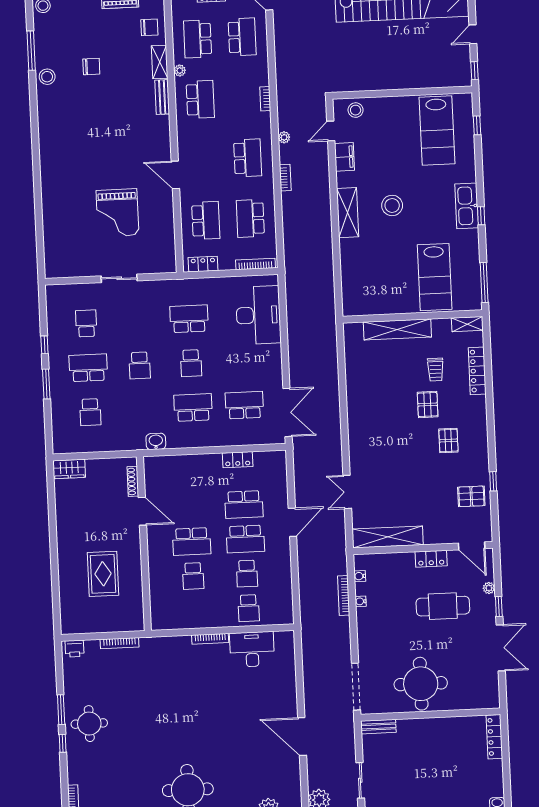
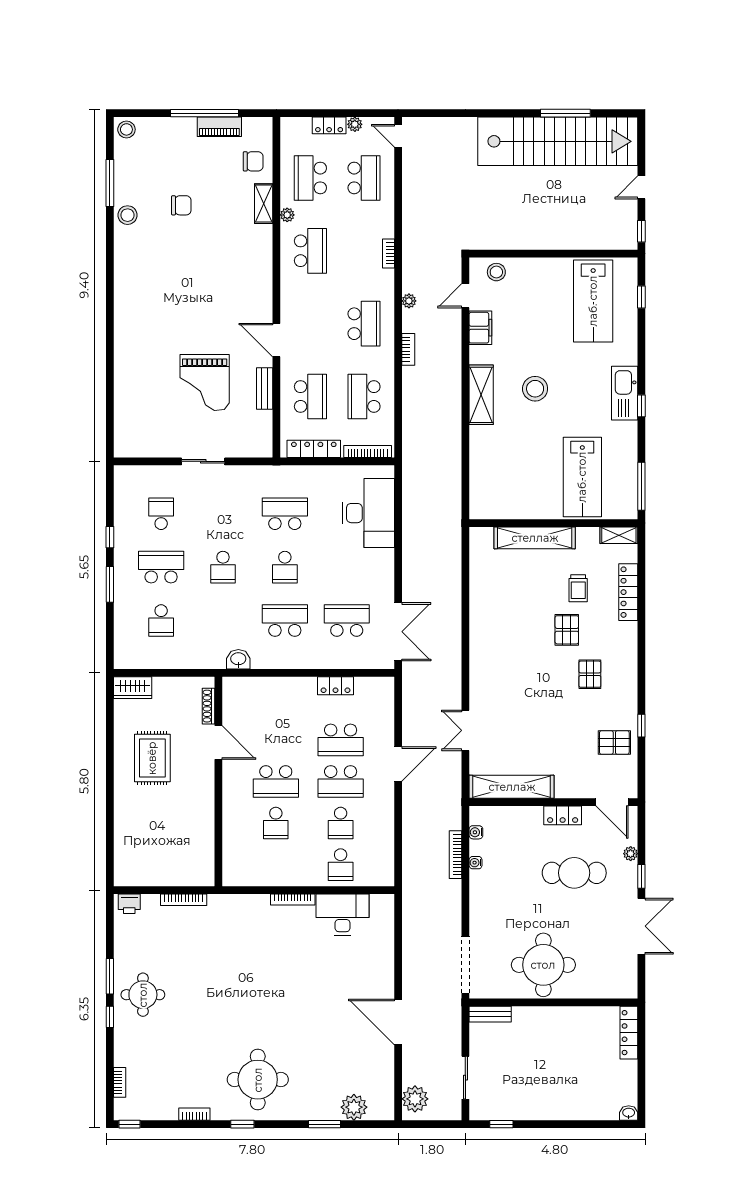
bench: (162, 97) -> (265, 389), moved
locker: (203, 264) -> (314, 449), width x1.53
rug: (103, 574) -> (152, 758), moved

